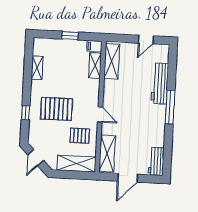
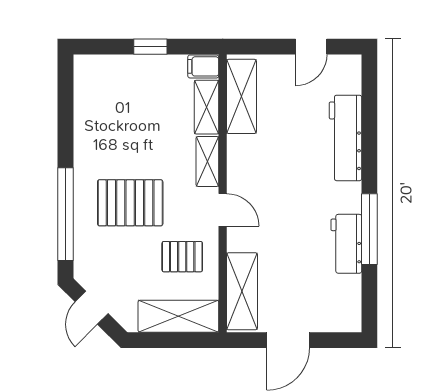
shelving: (37, 68) -> (207, 161), moved
window: (170, 107) -> (369, 229), moved
window: (26, 113) -> (65, 214), width x3.17
workbench: (156, 161) -> (346, 244), moved

